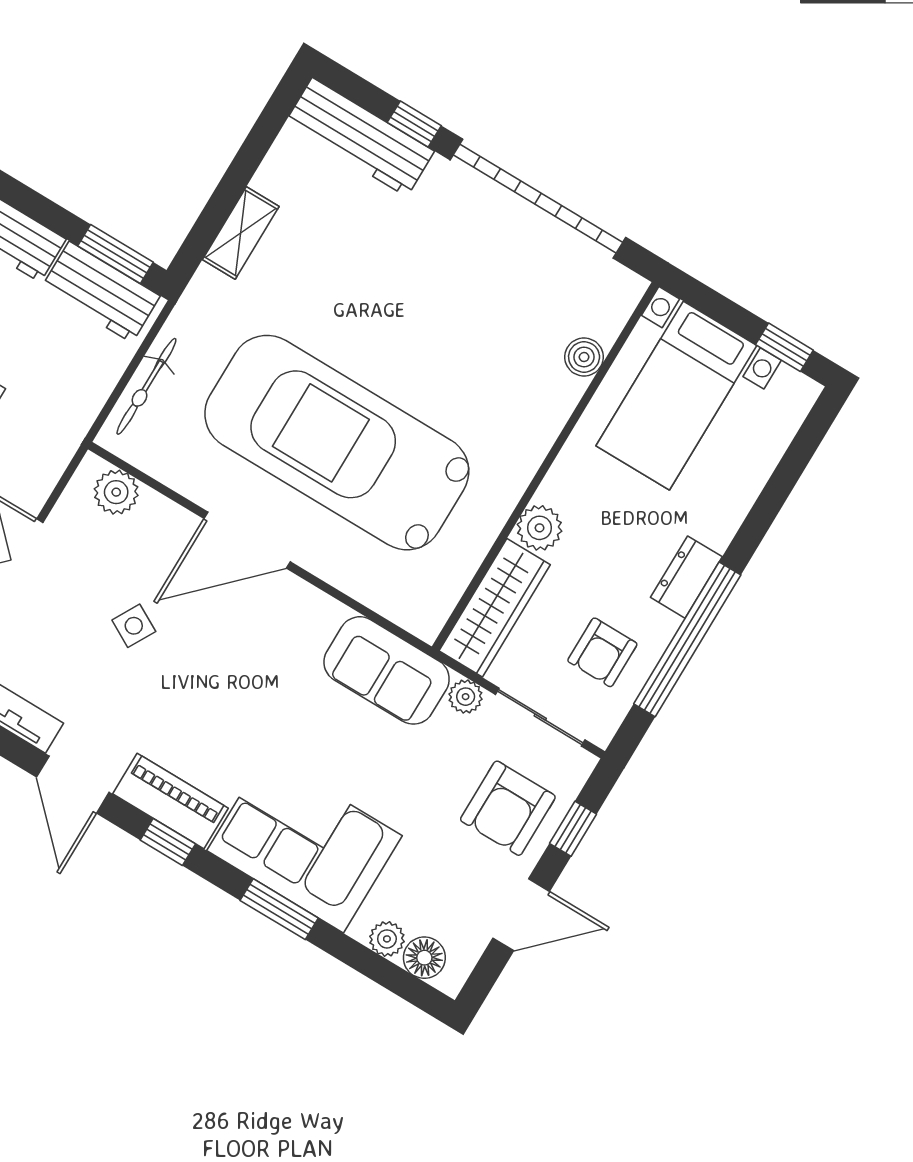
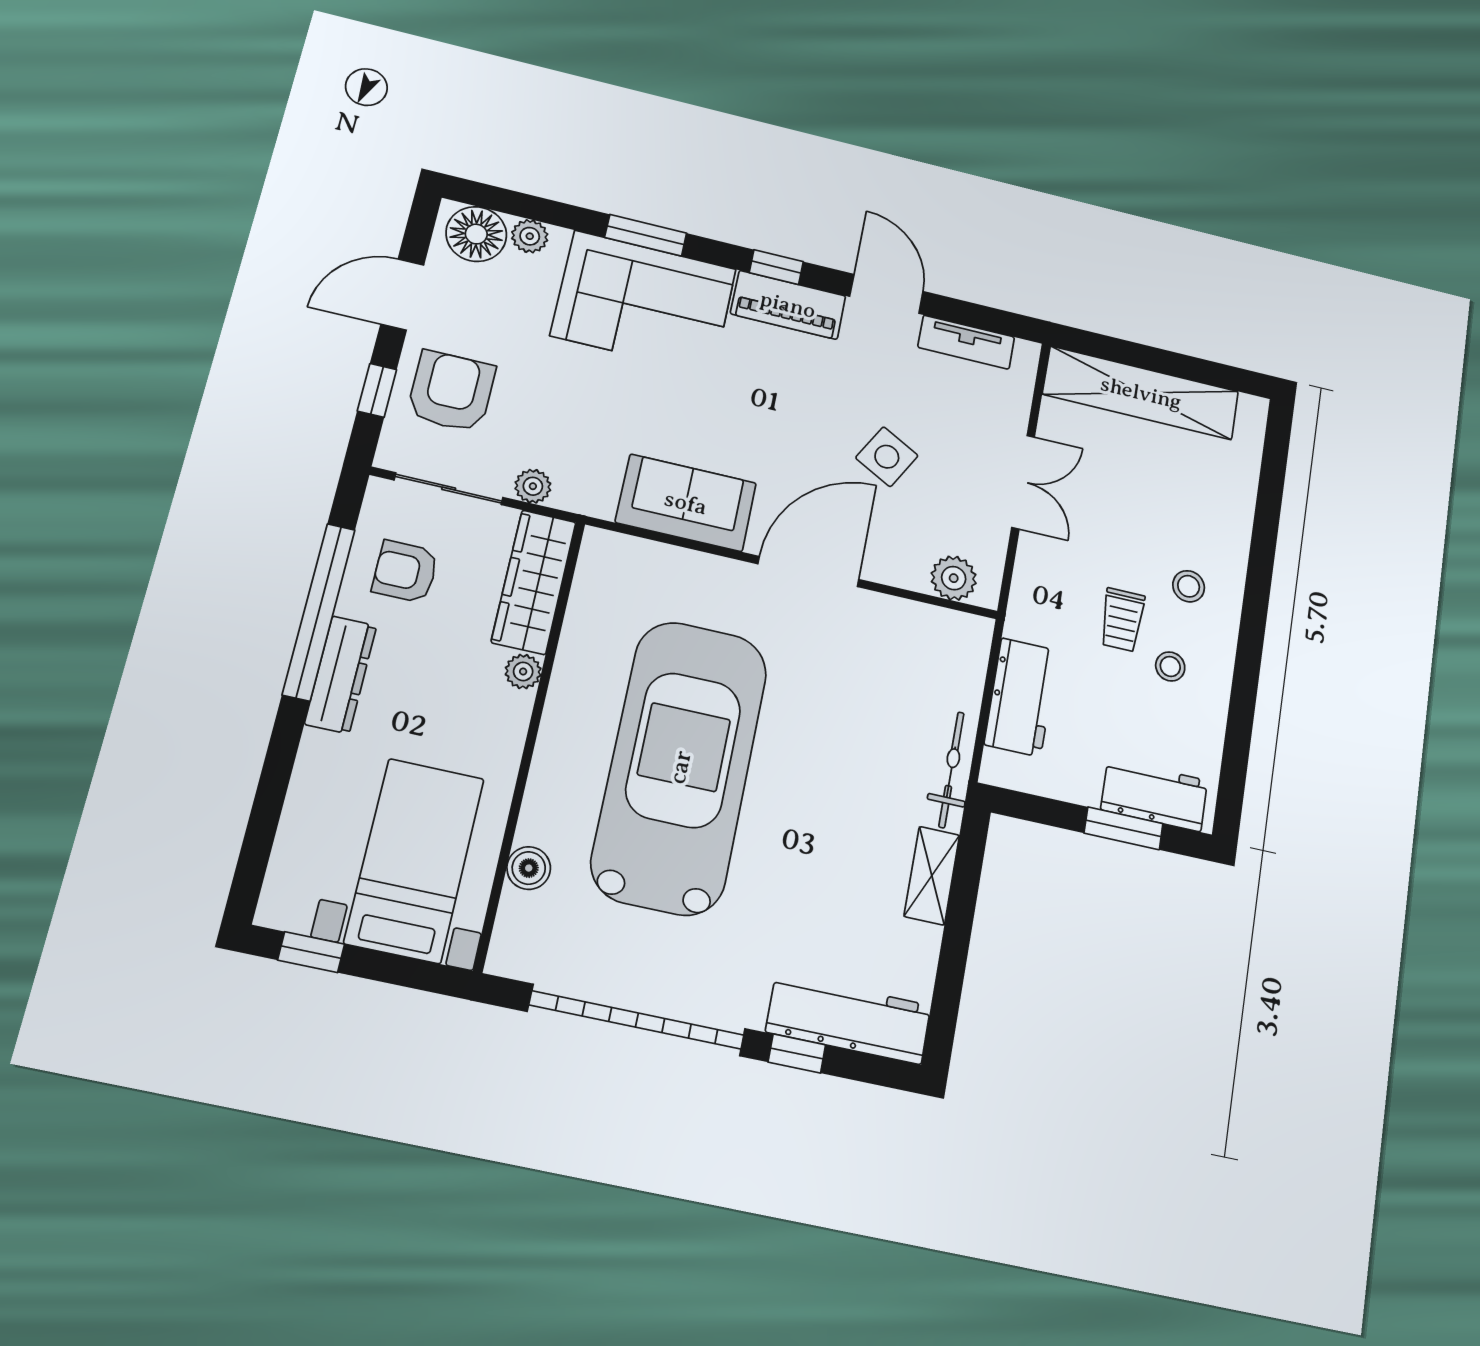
window: (115, 254) -> (1124, 828), moved
workbench: (101, 292) -> (1021, 697), moved, turned 90
bicycle: (146, 386) -> (951, 770), moved
car: (337, 443) -> (680, 767), moved, turned -90
plant: (540, 528) -> (523, 671), width x0.73, depth x0.73
dresser: (686, 577) -> (341, 675), width x1.44
side table: (134, 626) -> (887, 457), width x1.37, depth x1.37
armchair: (602, 652) -> (405, 572), turned -90
sofa: (387, 670) -> (686, 503), moved
floor lamp: (424, 958) -> (476, 234), width x1.38, depth x1.38

